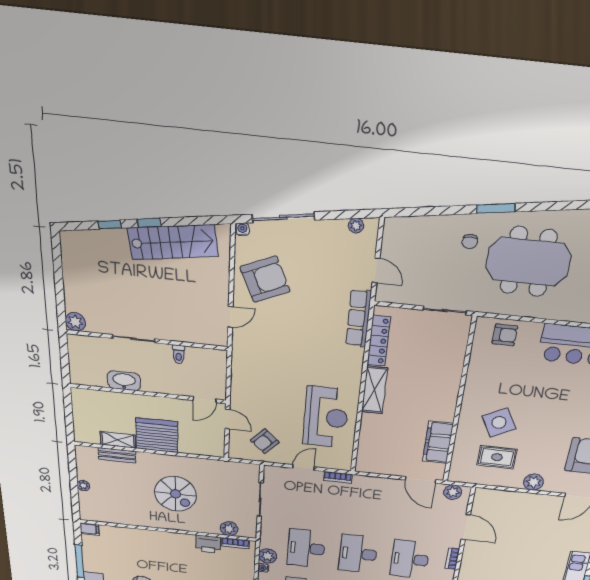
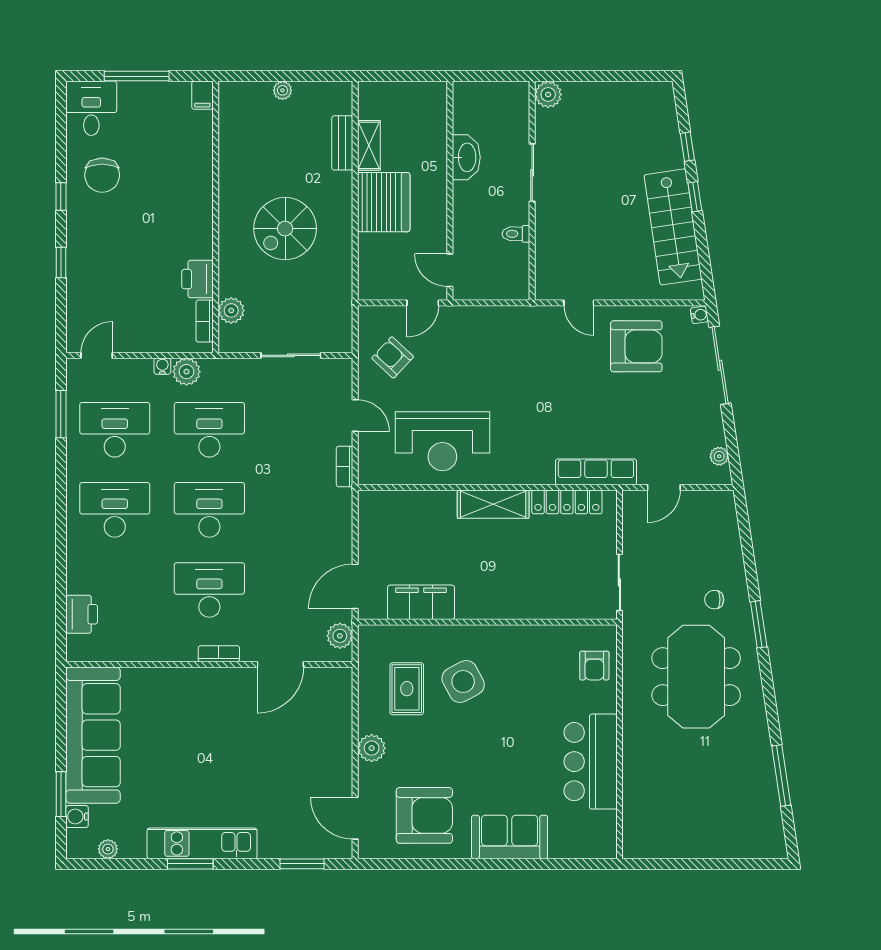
armchair: (265, 279) -> (636, 346), turned -66

